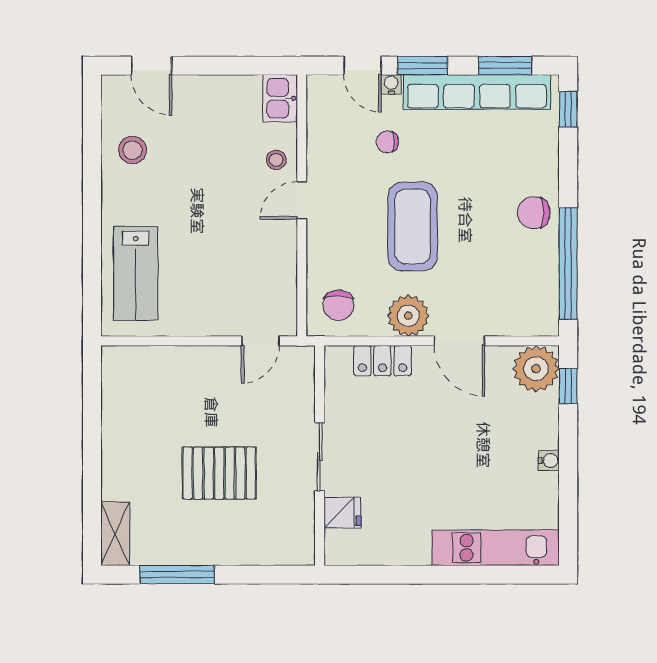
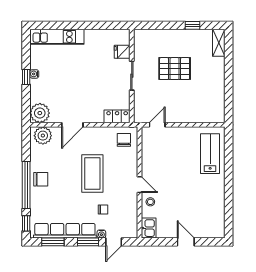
door: (152, 66) -> (186, 242), moved
door: (362, 66) -> (114, 242), swing flipped
stool: (133, 150) -> (211, 206), removed
door: (302, 200) -> (139, 185), hinge flipped
window: (568, 264) -> (26, 185), moved
plant: (408, 316) -> (43, 136), moved
door: (459, 341) -> (72, 125), swing flipped
locker: (382, 361) -> (117, 116), moved
window: (568, 386) -> (26, 77), moved
window: (177, 575) -> (193, 25), width x0.46

